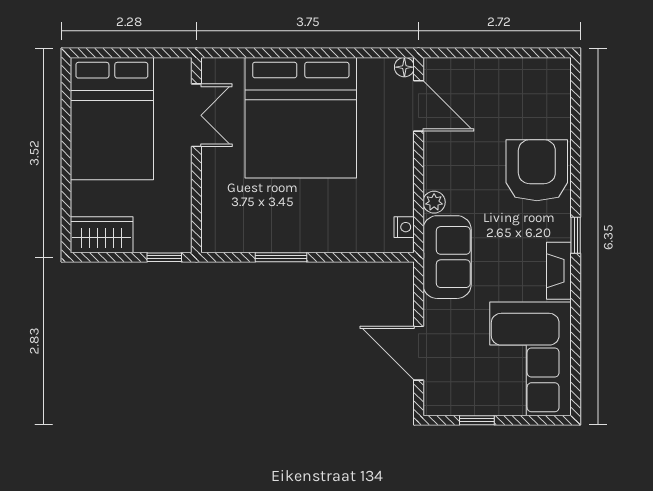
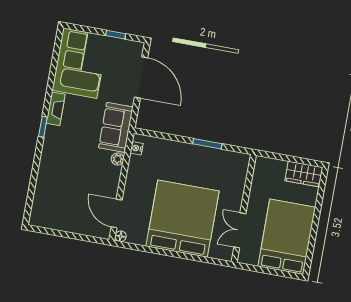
armchair: (537, 170) -> (58, 166), removed
window: (164, 257) -> (272, 155), removed
door: (419, 353) -> (141, 77), width x1.36

